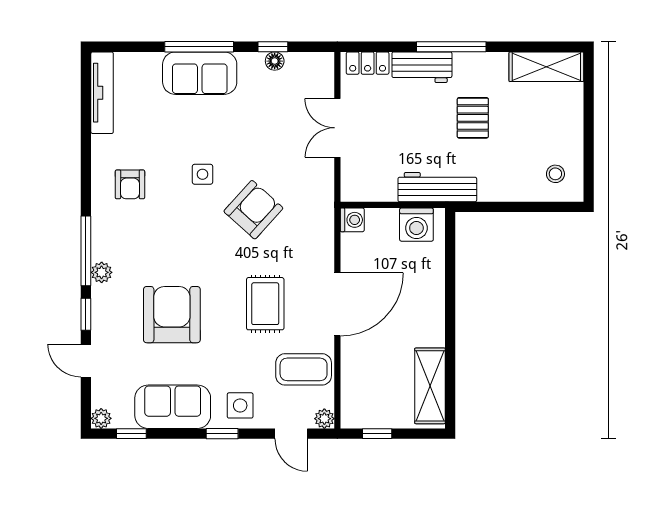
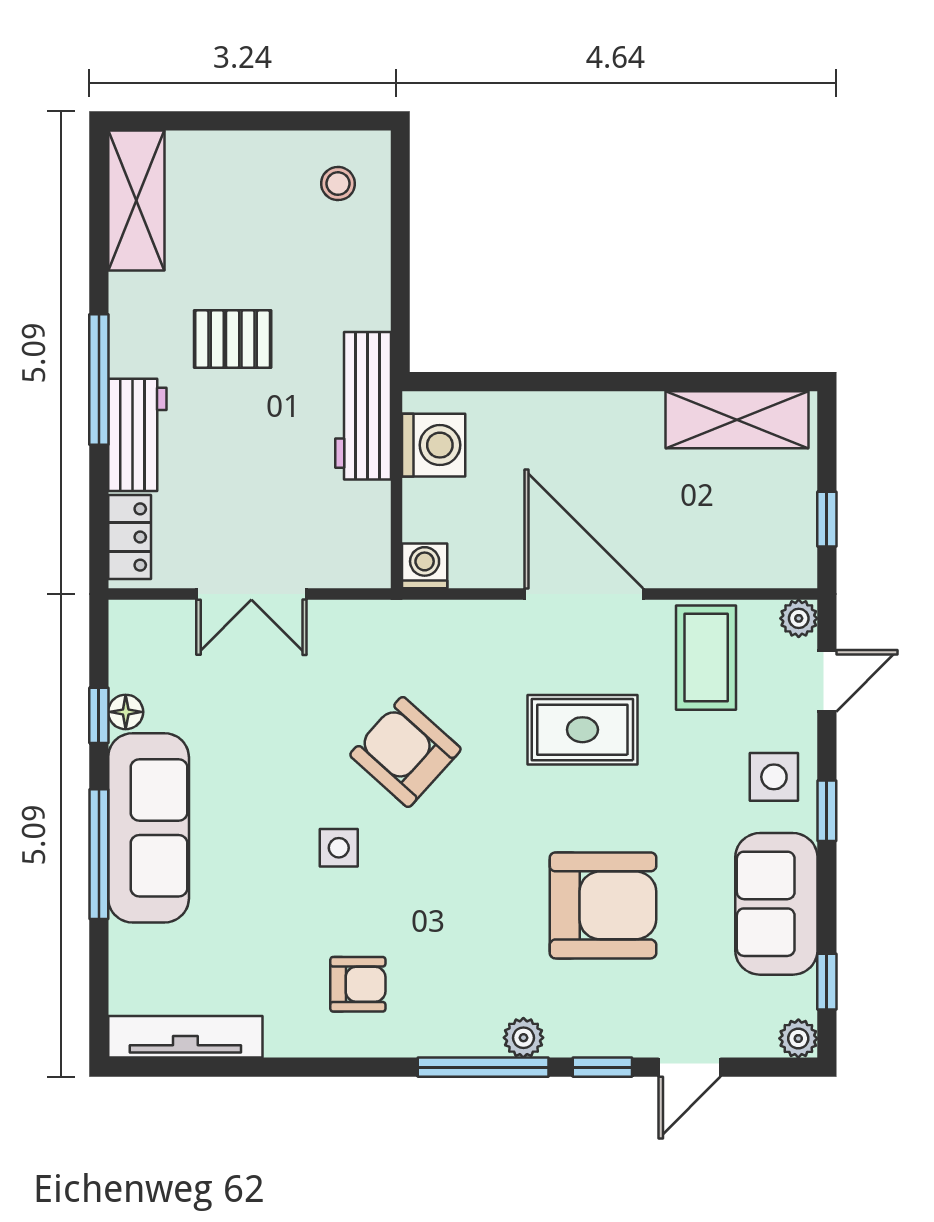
sofa: (200, 73) -> (149, 828), width x1.36
armchair: (172, 315) -> (603, 905), turned 180

